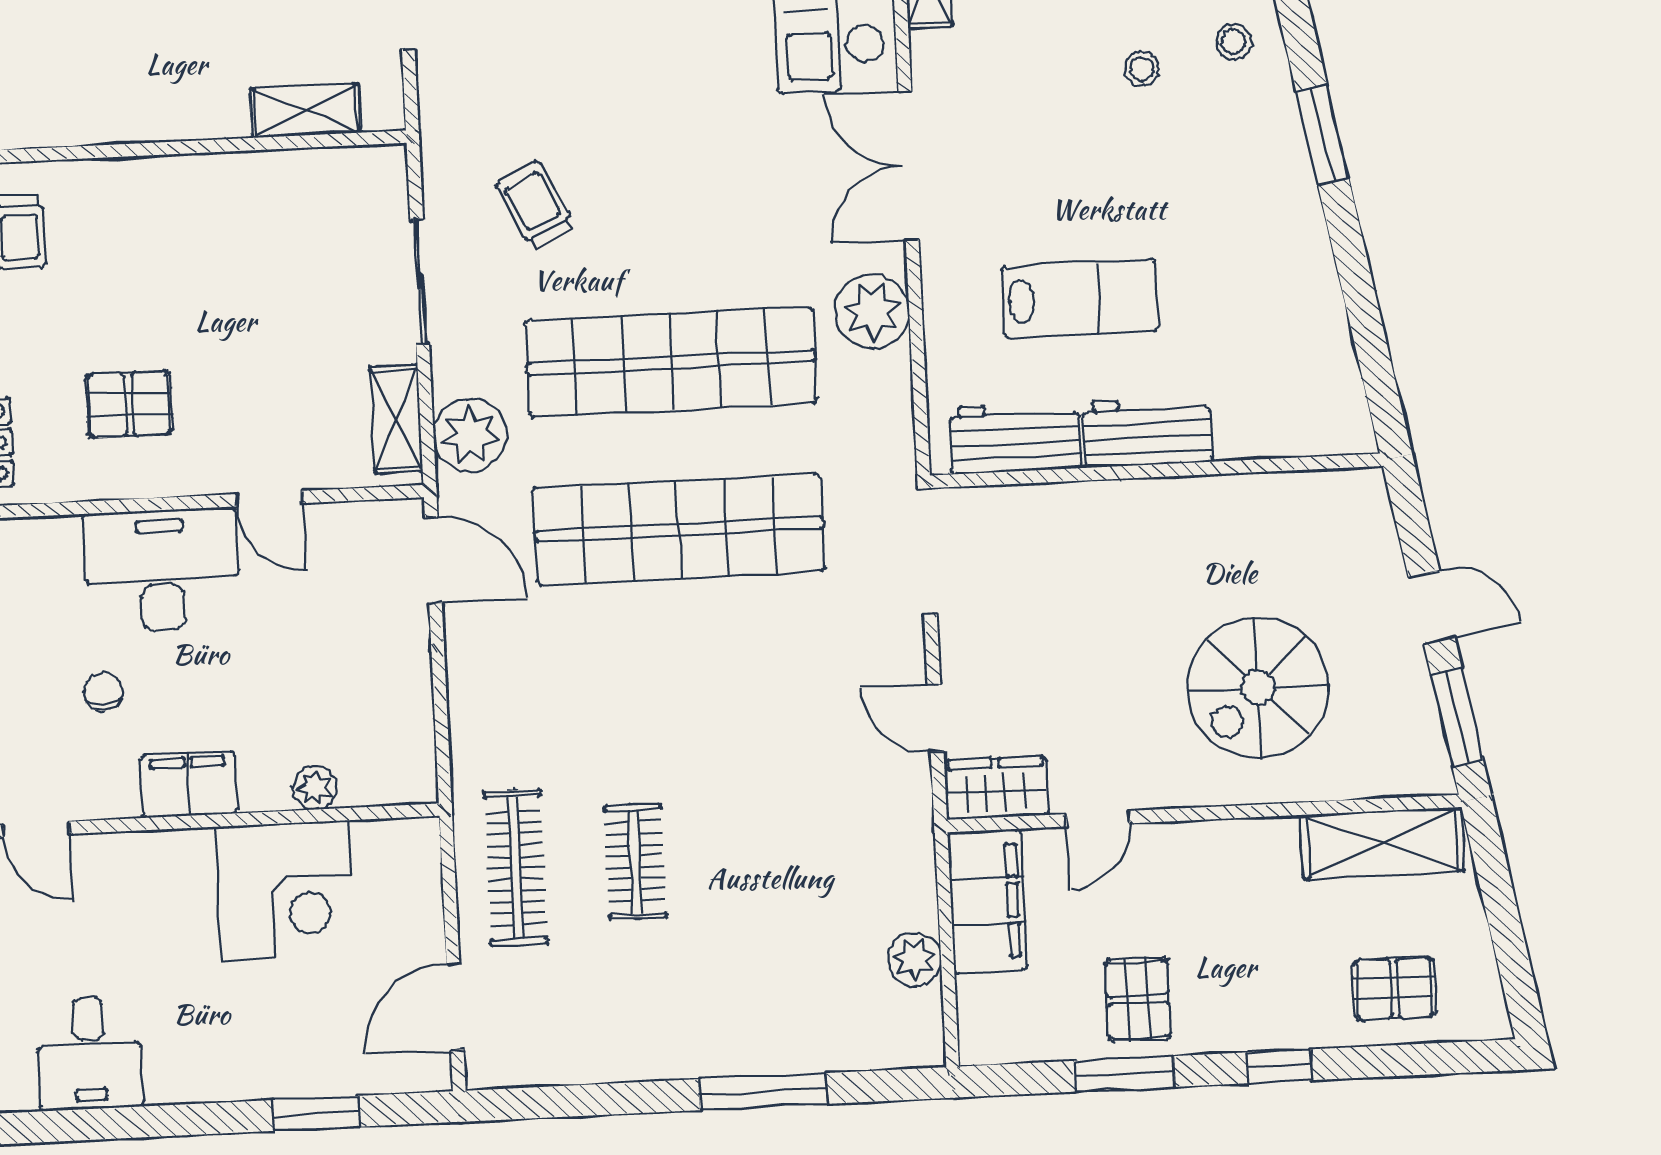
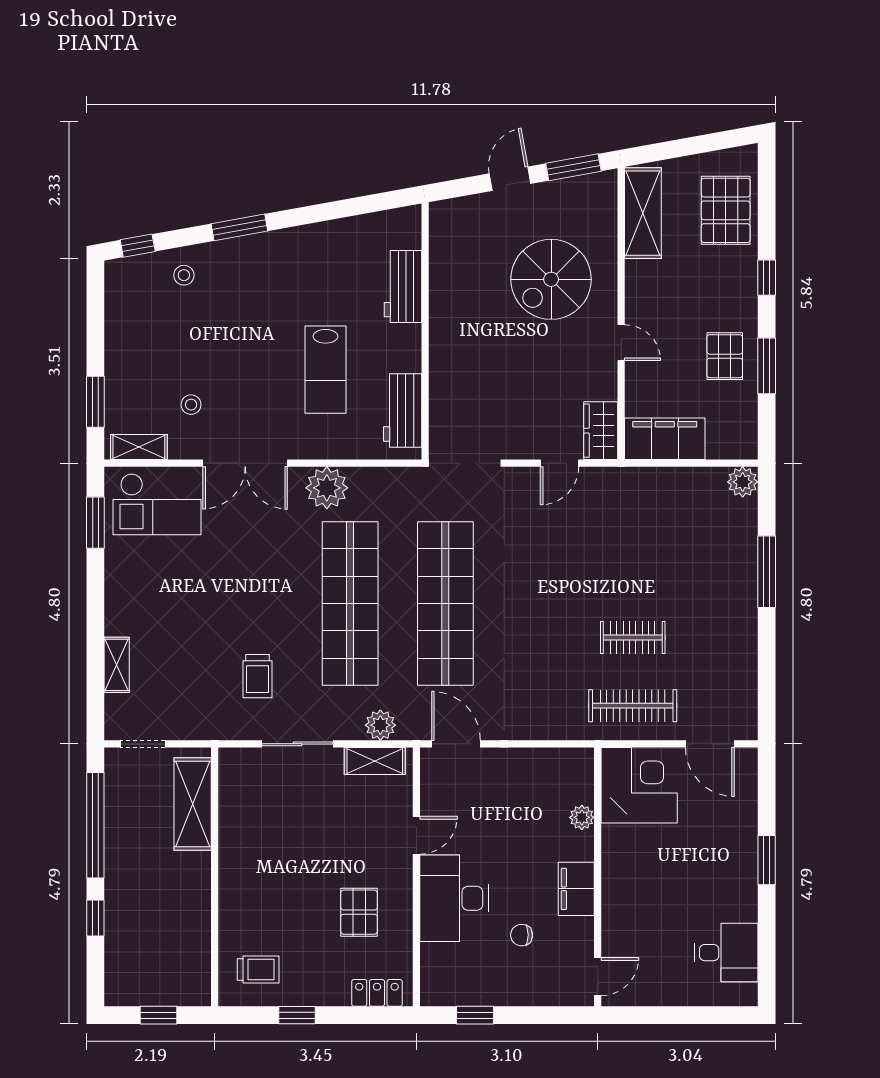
stool: (1142, 69) -> (191, 405), moved
shelving: (305, 111) -> (193, 804), width x1.50, depth x1.33
trolley: (535, 206) -> (258, 676), turned -63
lab bench: (1080, 299) -> (325, 370), turned 180
workbench: (1147, 432) -> (403, 286), moved
plant: (470, 435) -> (380, 725), width x0.73, depth x0.73
door: (433, 560) -> (456, 744), hinge flipped
spiral stairs: (1258, 688) -> (551, 279), turned 90
door: (1098, 819) -> (621, 343), moved
corner desk: (285, 890) -> (639, 785), moved
plant: (914, 959) -> (743, 482), moved
pallet: (1394, 988) -> (726, 210), width x1.50, depth x1.42
pallet: (1138, 999) -> (725, 356), turned 90
window: (316, 1113) -> (767, 860), moved

